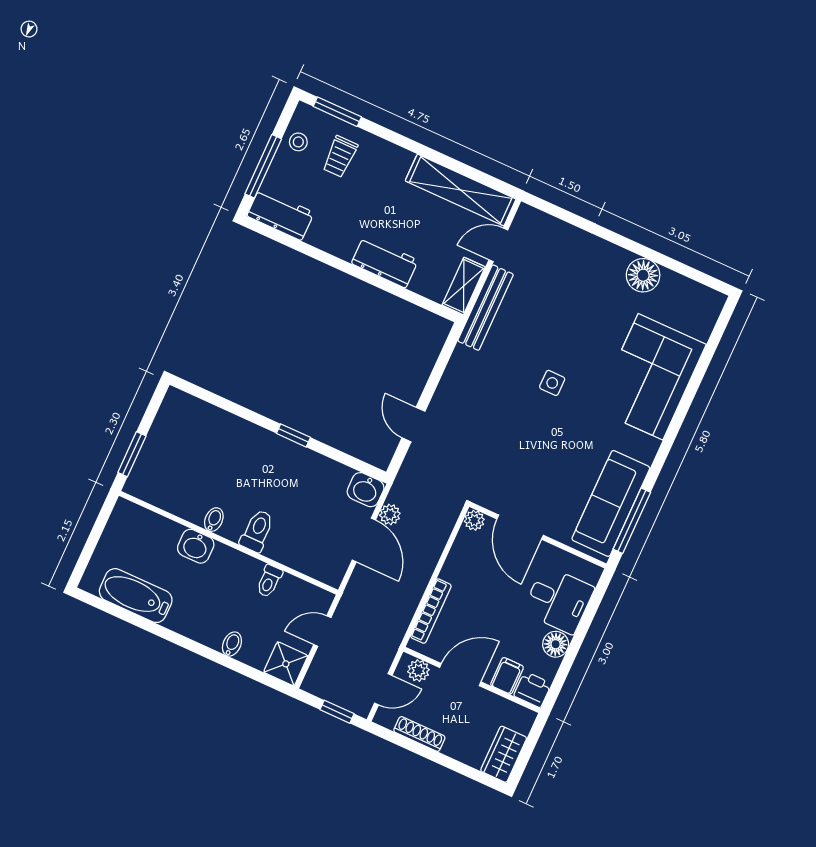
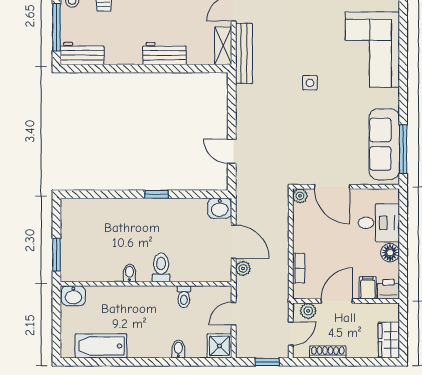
plant: (390, 514) -> (243, 268), moved
washbasin: (196, 546) -> (73, 296), moved
bookcase: (431, 611) -> (299, 268), width x0.64

